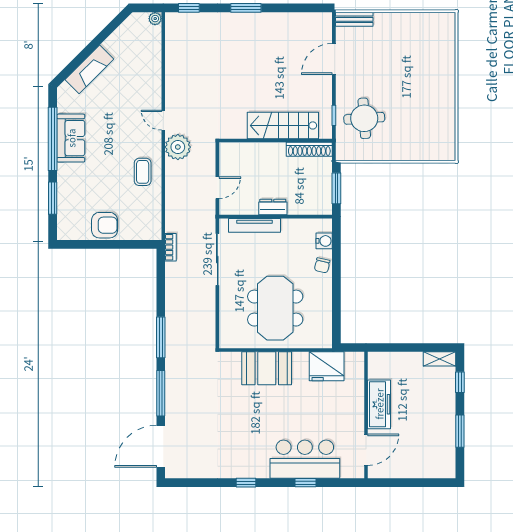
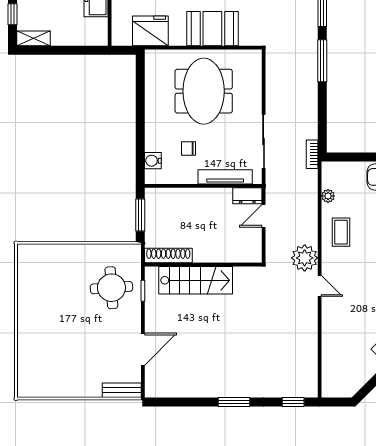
plant: (155, 19) -> (328, 196), moved
dresser: (273, 207) -> (247, 196), moved
chair: (322, 265) -> (188, 149), moved, turned -103

